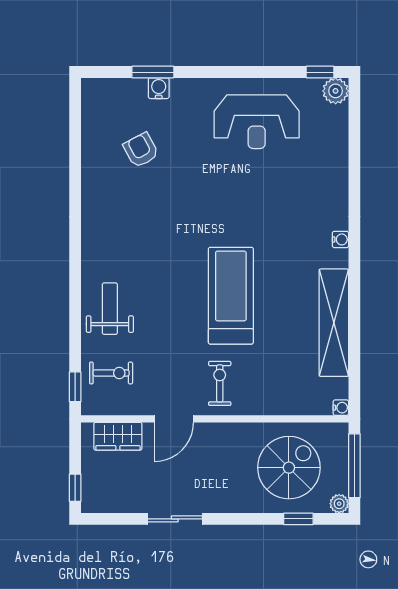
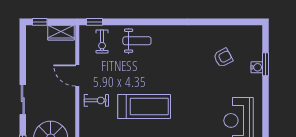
wardrobe: (118, 436) -> (61, 33), moved, turned -90
sliding door: (175, 519) -> (23, 100), moved

